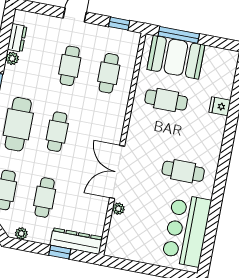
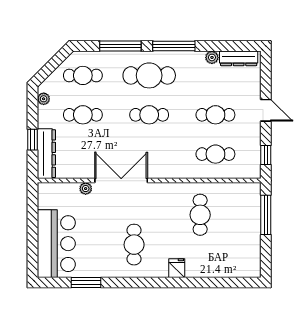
dresser: (17, 38) -> (239, 58), width x1.44
booth: (176, 57) -> (243, 216), removed
fridge: (220, 106) -> (177, 268), moved
window: (212, 226) -> (86, 282), added
bar counter: (186, 230) -> (56, 244), moved, turned 90

